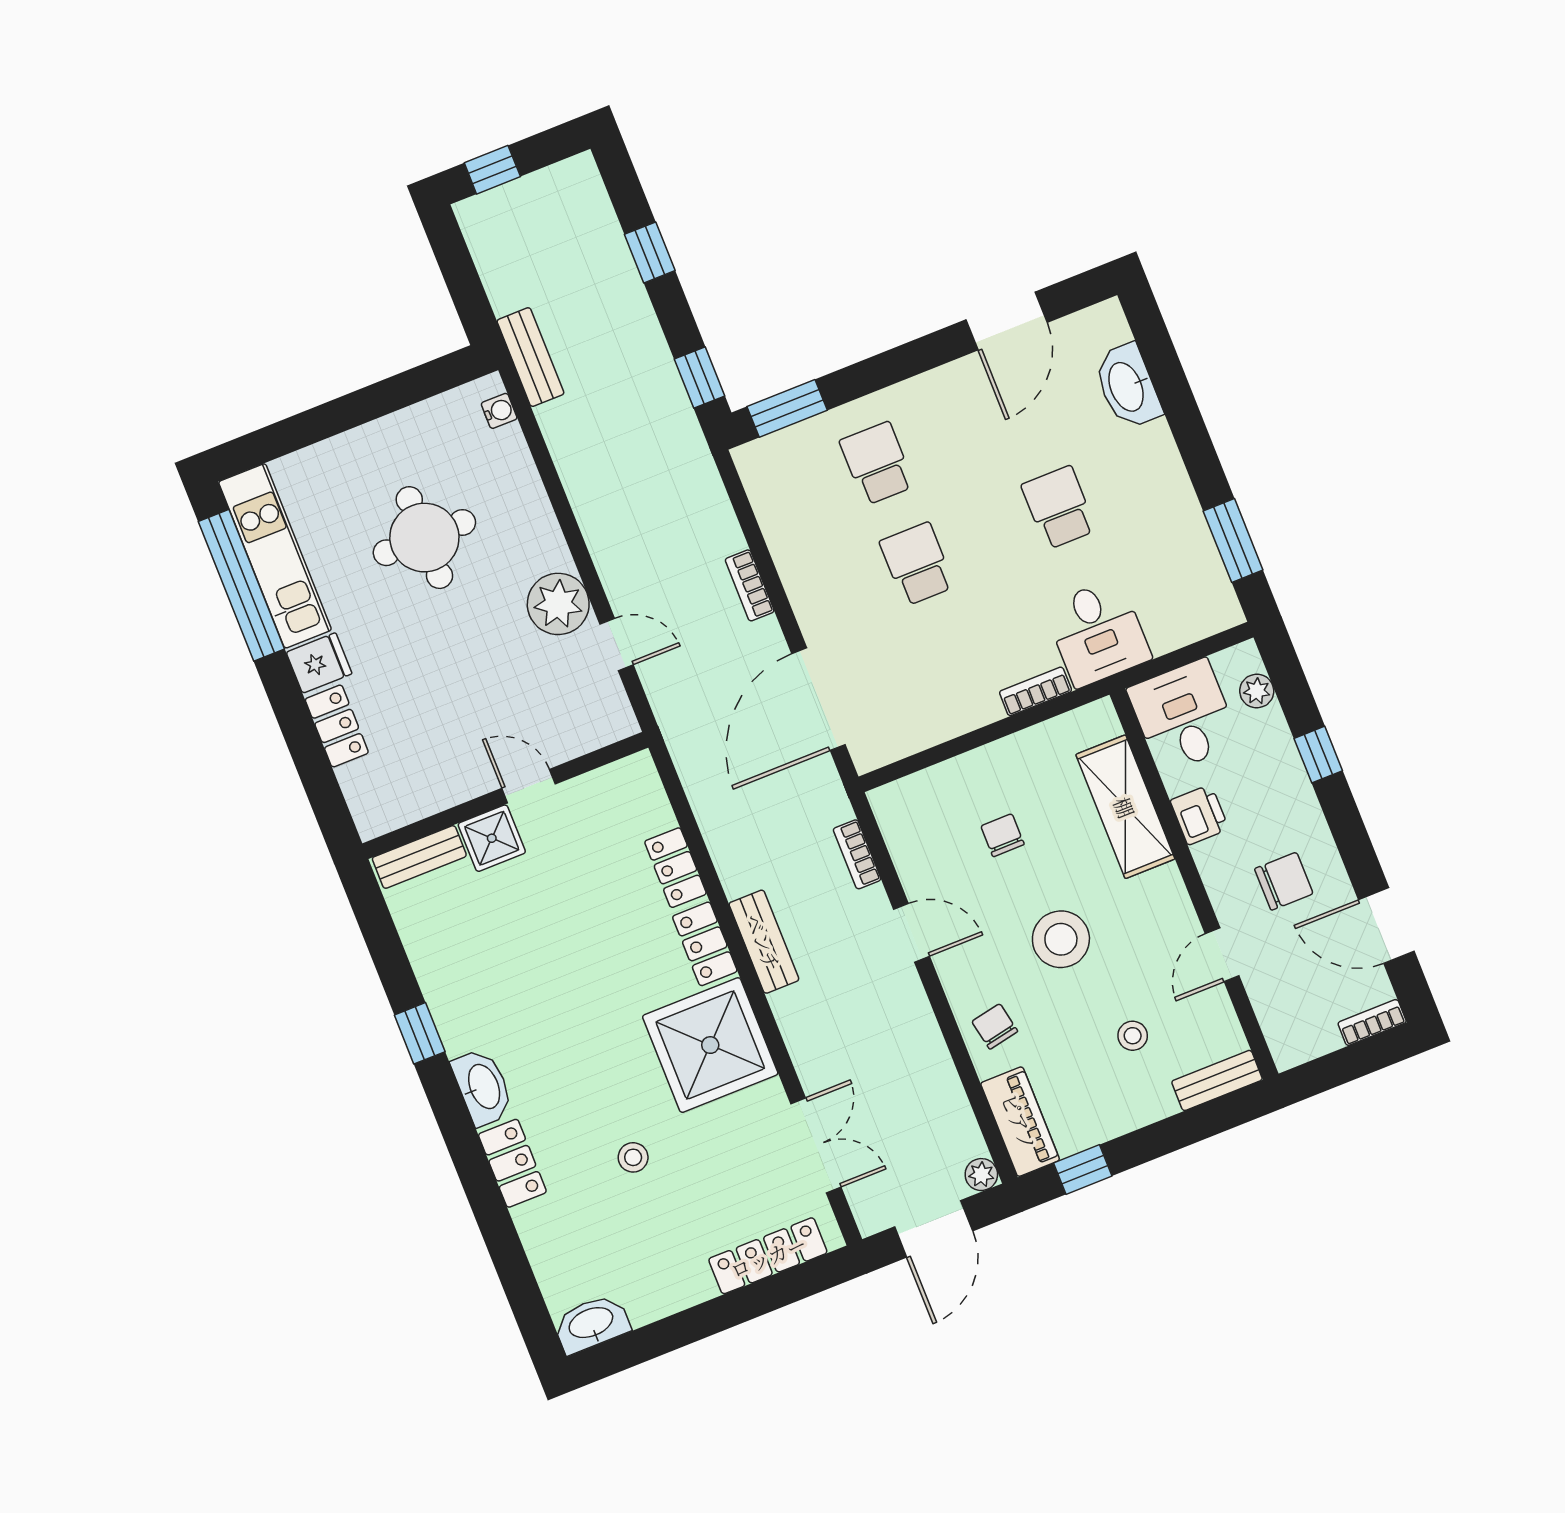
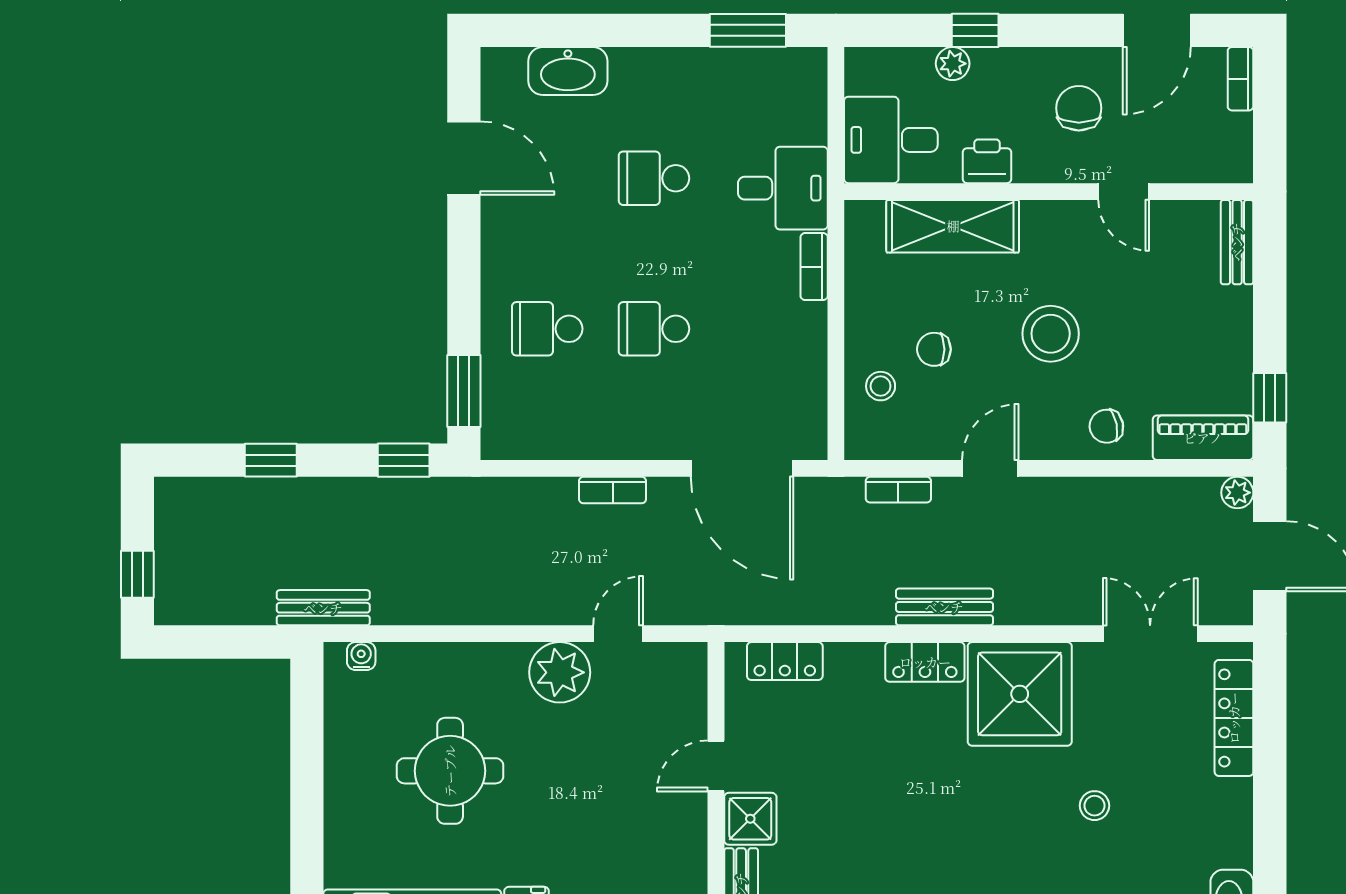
plant: (1257, 691) -> (953, 64), moved
locker: (675, 868) -> (785, 661), moved
stool: (1133, 1036) -> (881, 386), moved

